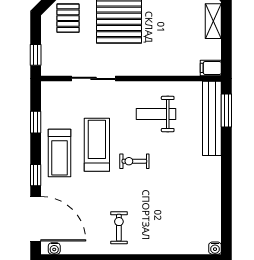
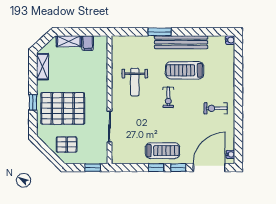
filing cabinet: (211, 68) -> (88, 43), moved
window: (226, 110) -> (160, 32), moved
bench: (212, 118) -> (181, 42), moved
window: (36, 122) -> (156, 168), moved
treadmill: (97, 145) -> (185, 70), moved

